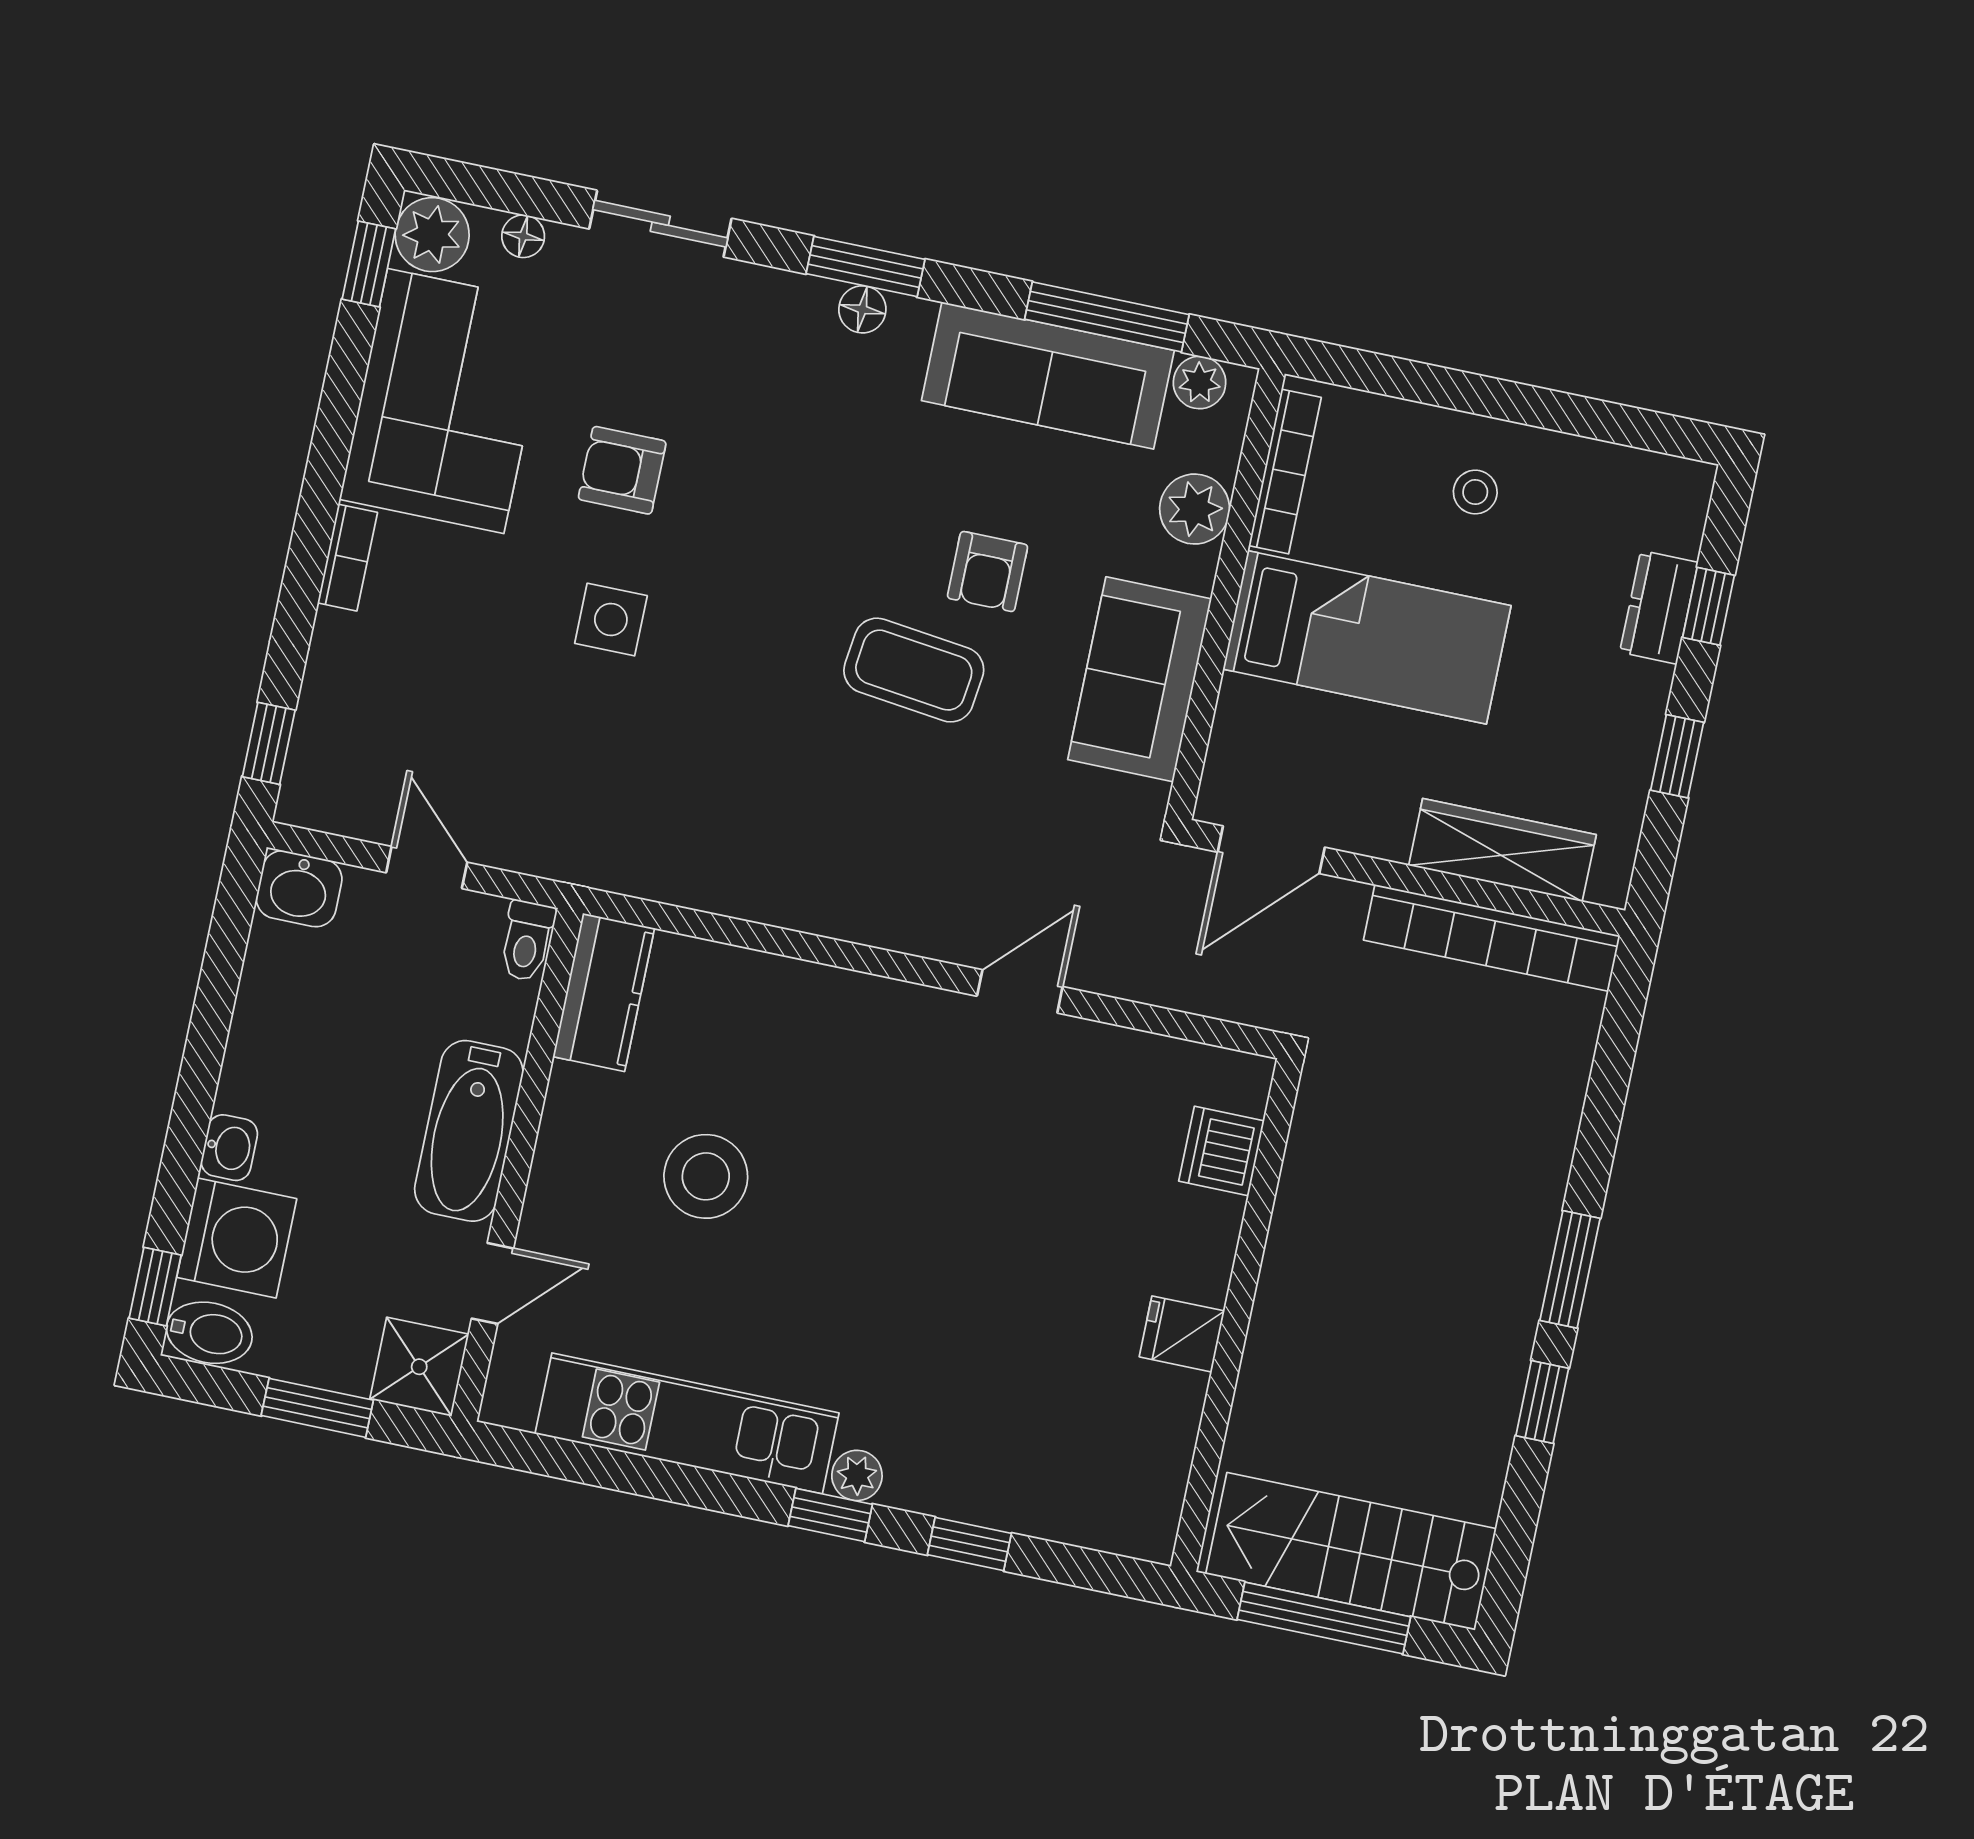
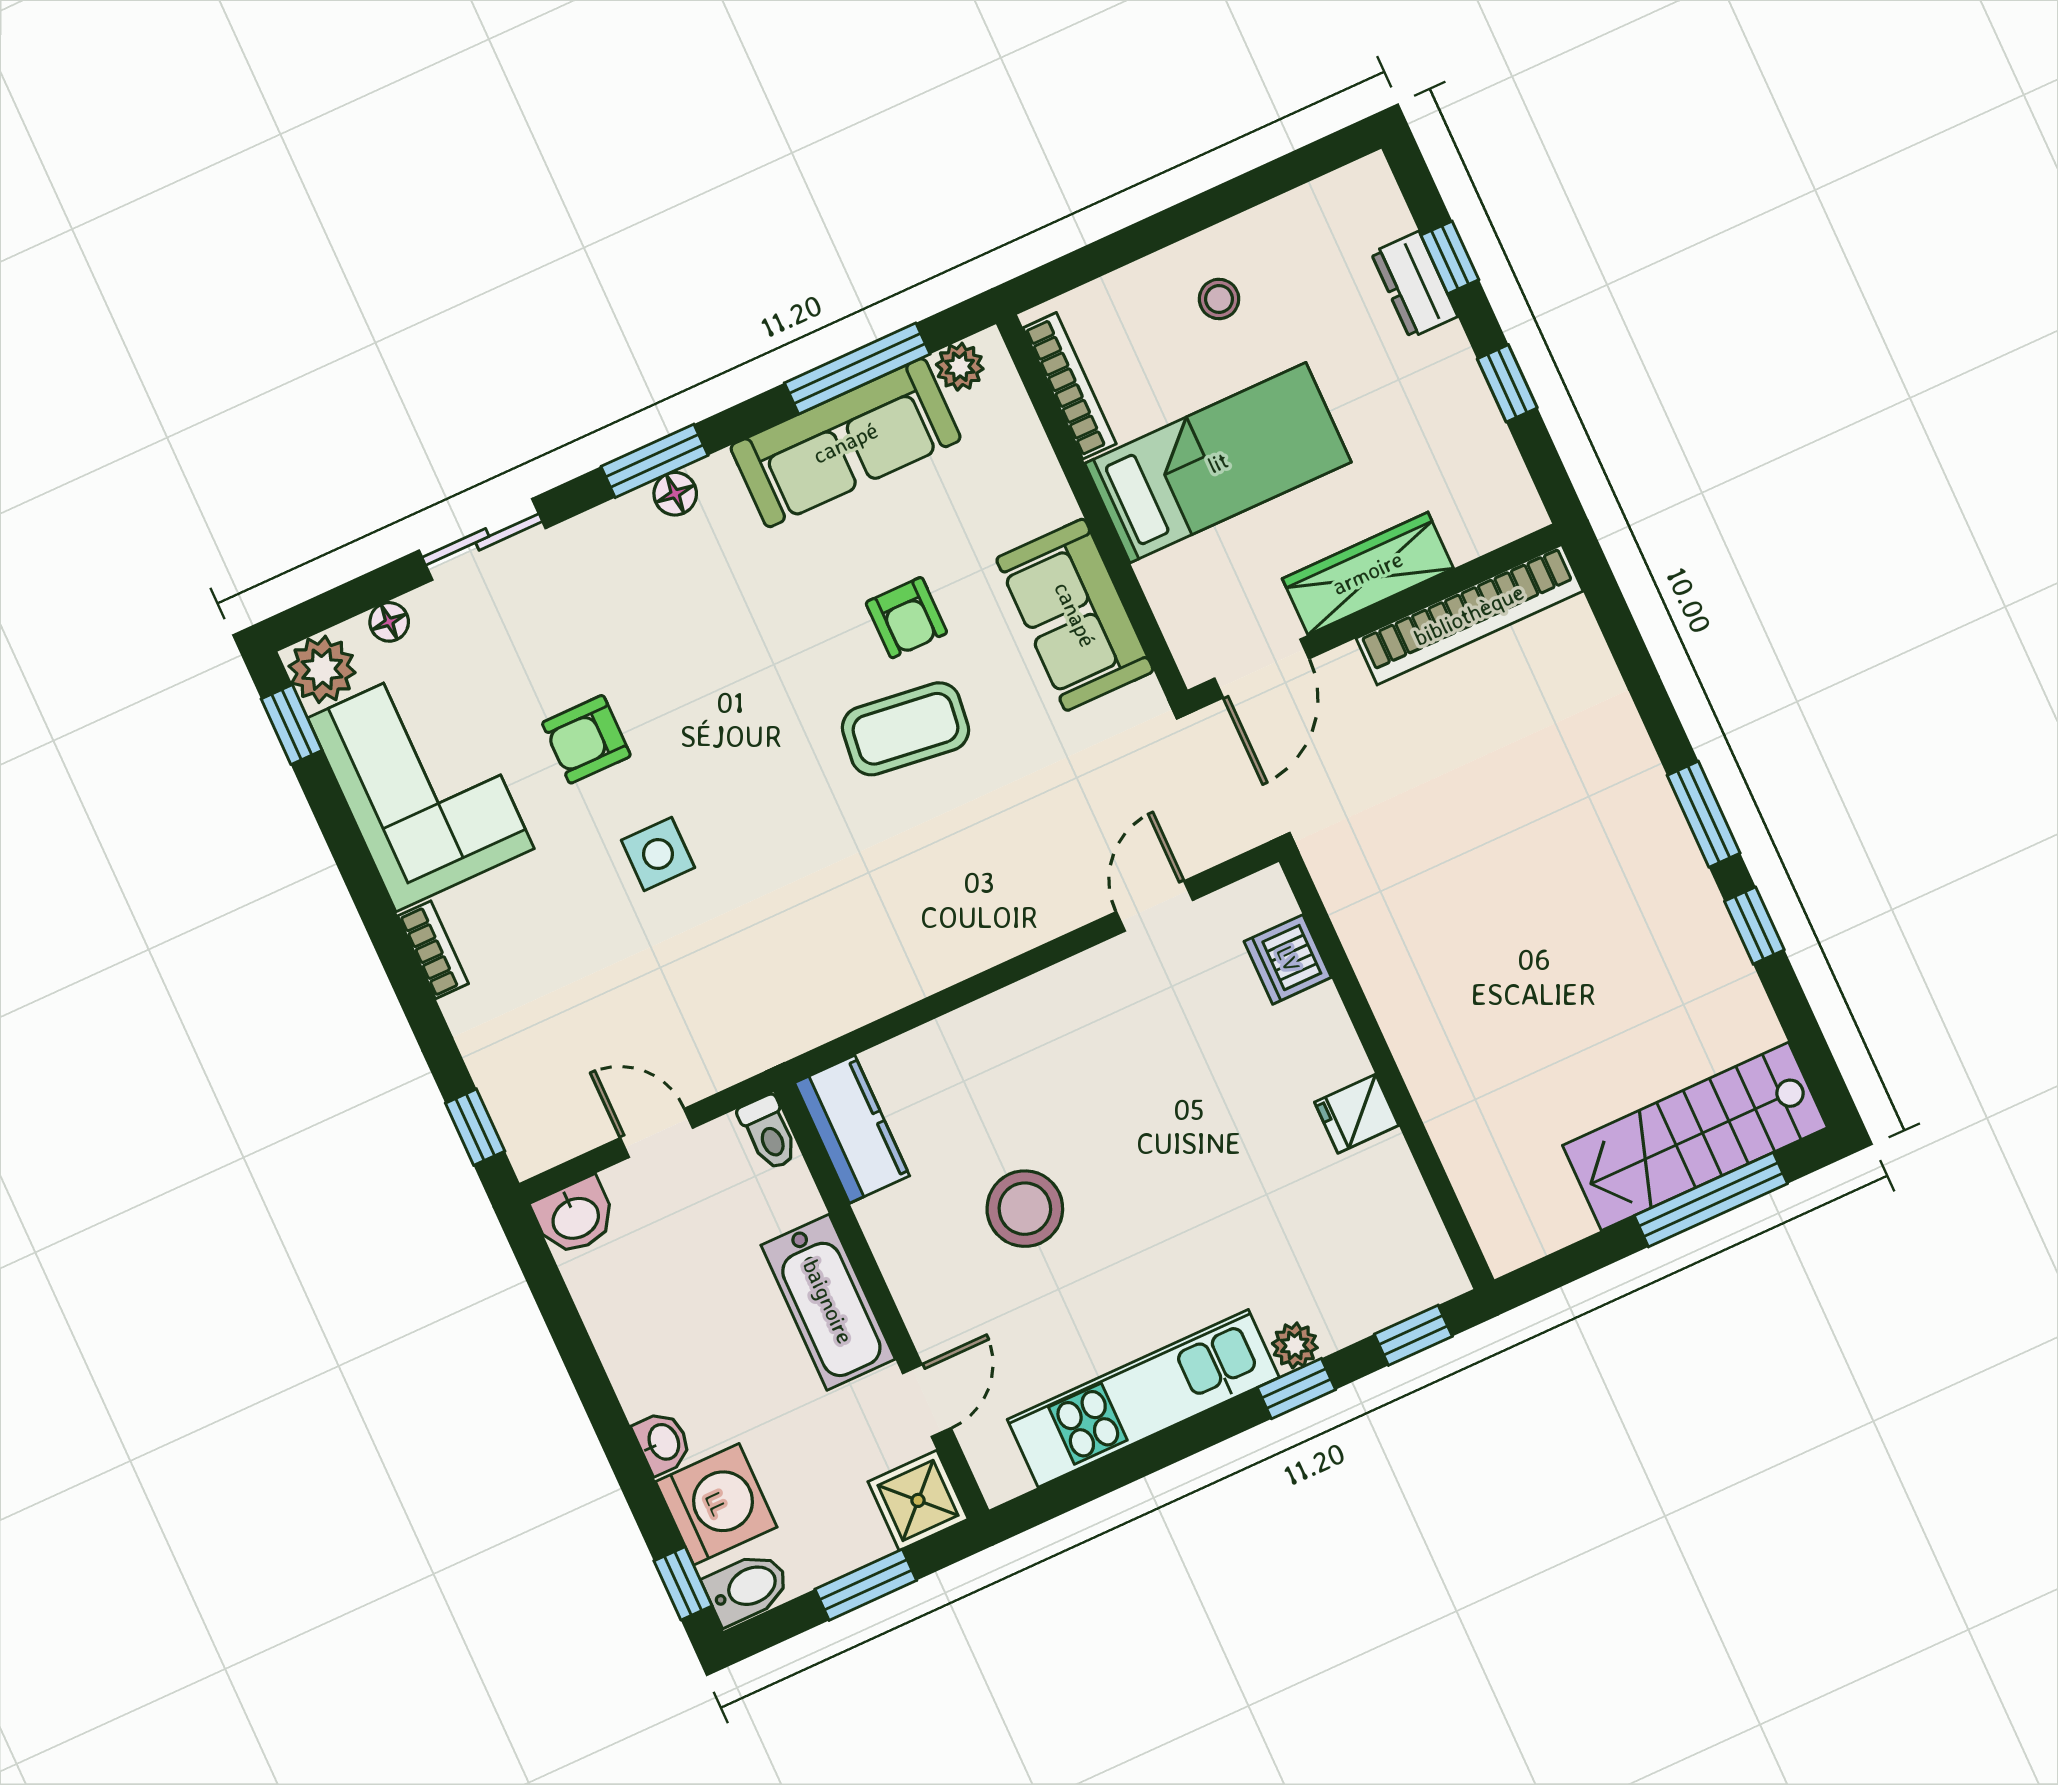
plant: (1195, 509) -> (1024, 461), removed
wardrobe: (1502, 850) -> (1368, 573), moved
dishwasher: (1221, 1151) -> (1288, 959), moved
wall: (1237, 1315) -> (1387, 1071), moved
fridge: (1182, 1334) -> (1357, 1114), moved

